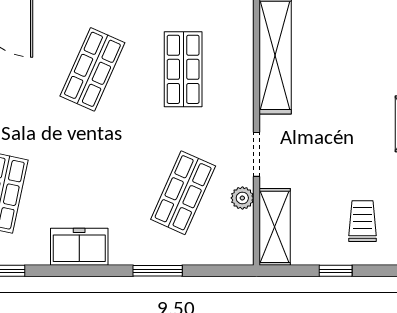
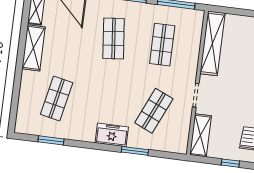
shop shelf: (92, 69) -> (114, 39), turned -30
plant: (242, 198) -> (185, 118), removed
freezer: (79, 247) -> (112, 135), moved

